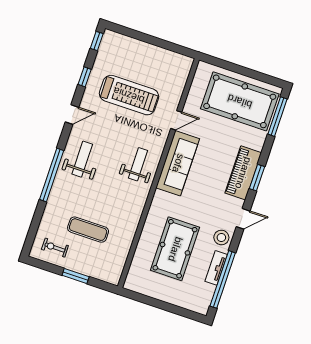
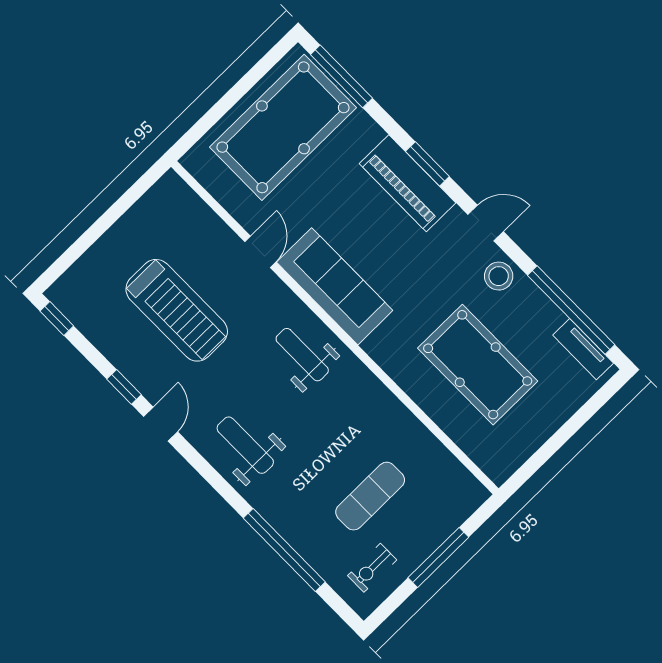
window: (85, 77) -> (124, 387), moved
treadmill: (129, 95) -> (177, 310), turned 90
window: (52, 175) -> (284, 550), moved
door: (243, 219) -> (486, 223), hinge flipped
tv unit: (216, 268) -> (583, 349), moved
window: (76, 276) -> (438, 557), width x1.44

